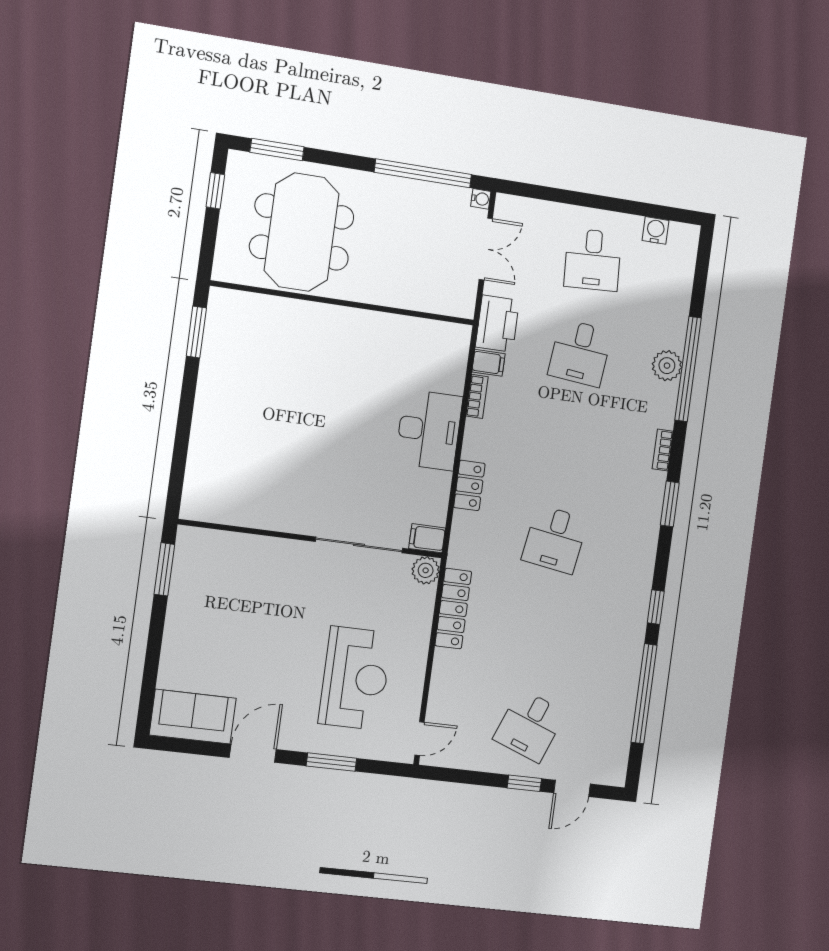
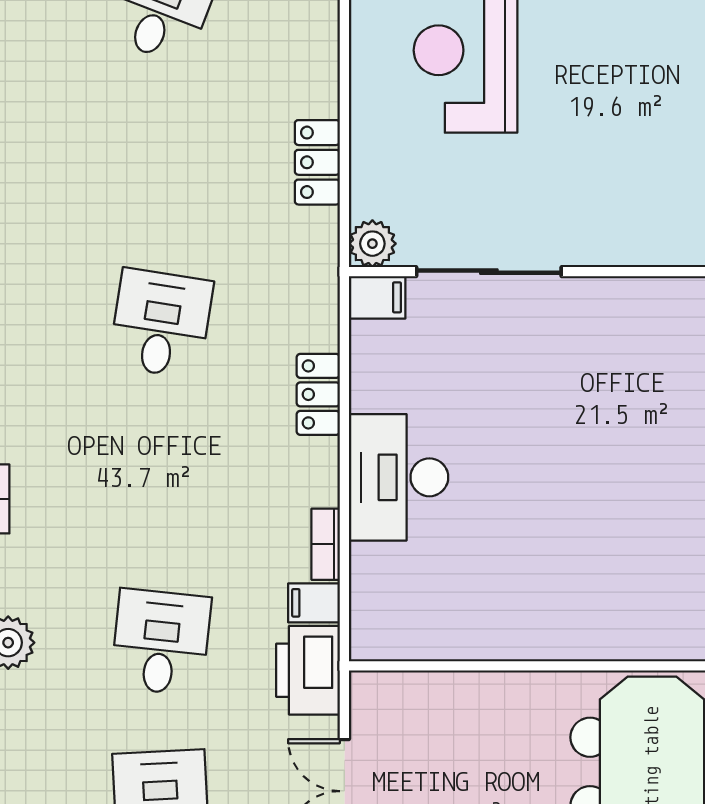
locker: (453, 609) -> (317, 162), width x0.66

